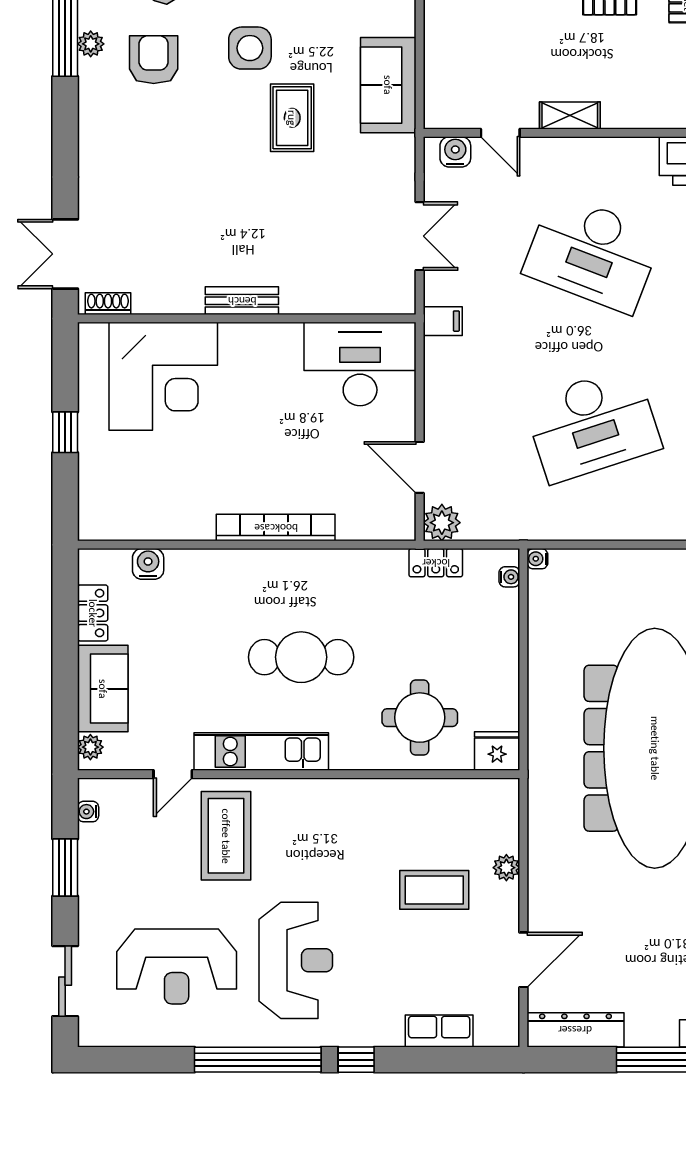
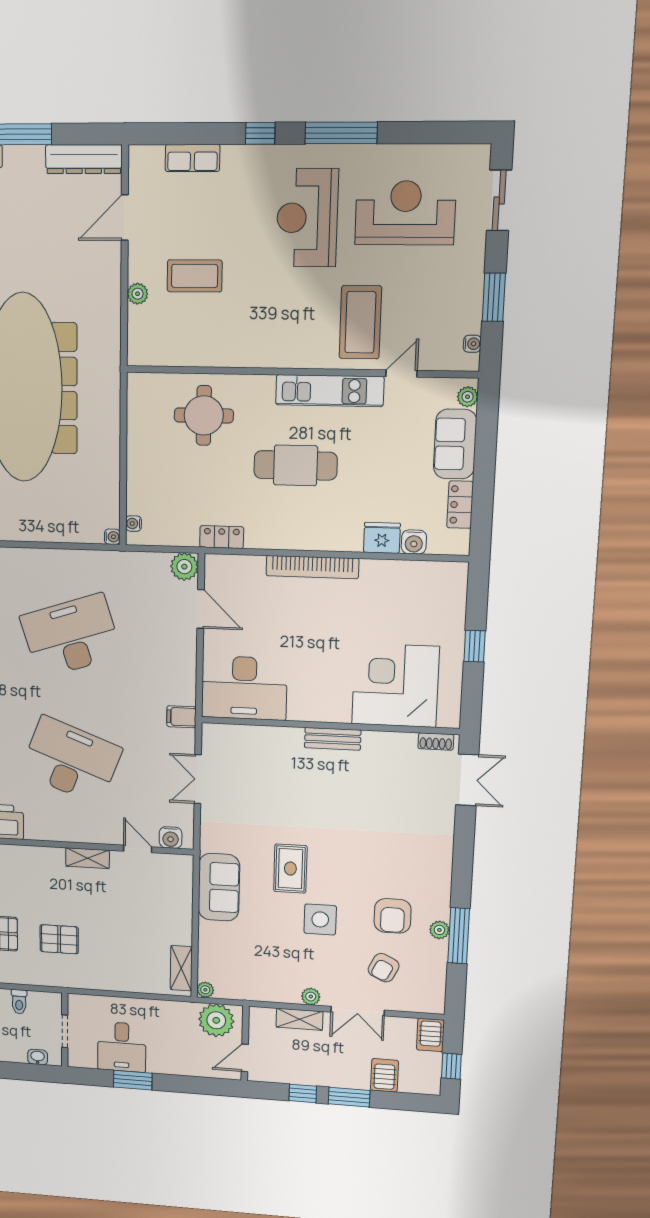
locker: (436, 563) -> (222, 537), moved
fridge: (497, 751) -> (382, 538), moved, turned 180
window: (258, 1060) -> (341, 133), width x0.68

